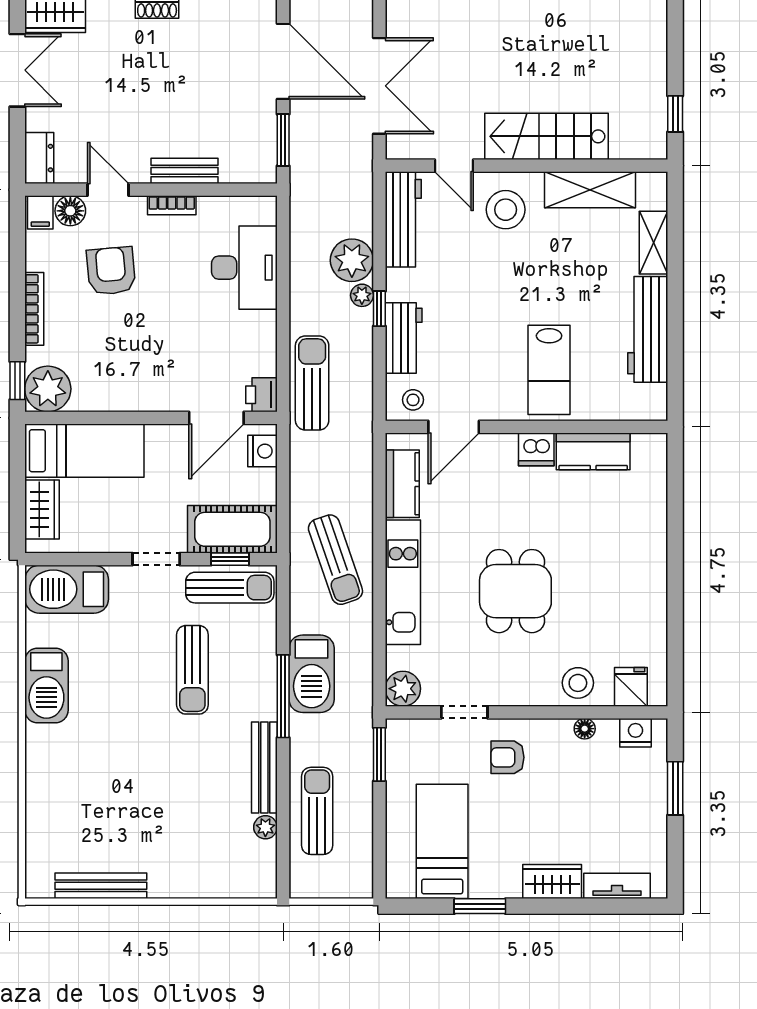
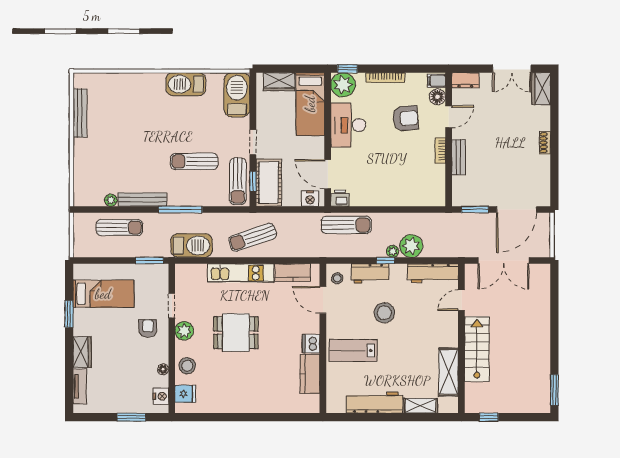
stool: (506, 210) -> (384, 313), moved
desk: (244, 268) -> (348, 125), moved, turned 90
barbecue: (312, 674) -> (192, 245), moved, turned 180
plant: (403, 689) -> (184, 331), moved

